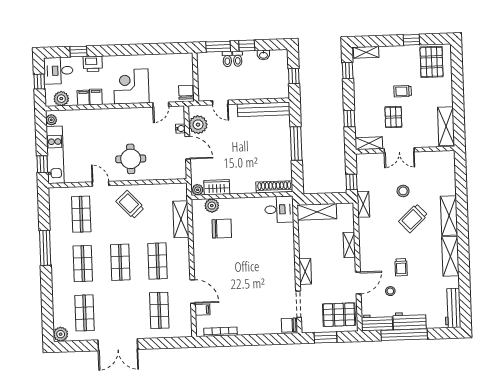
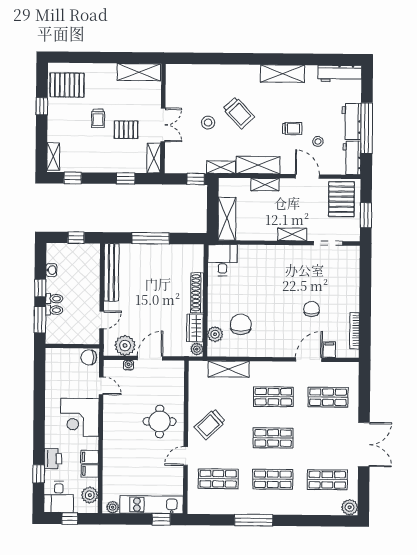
shoe rack: (274, 187) -> (197, 293), moved
shelving: (449, 216) -> (258, 165), moved
chair: (289, 325) -> (312, 309), moved, turned 180

